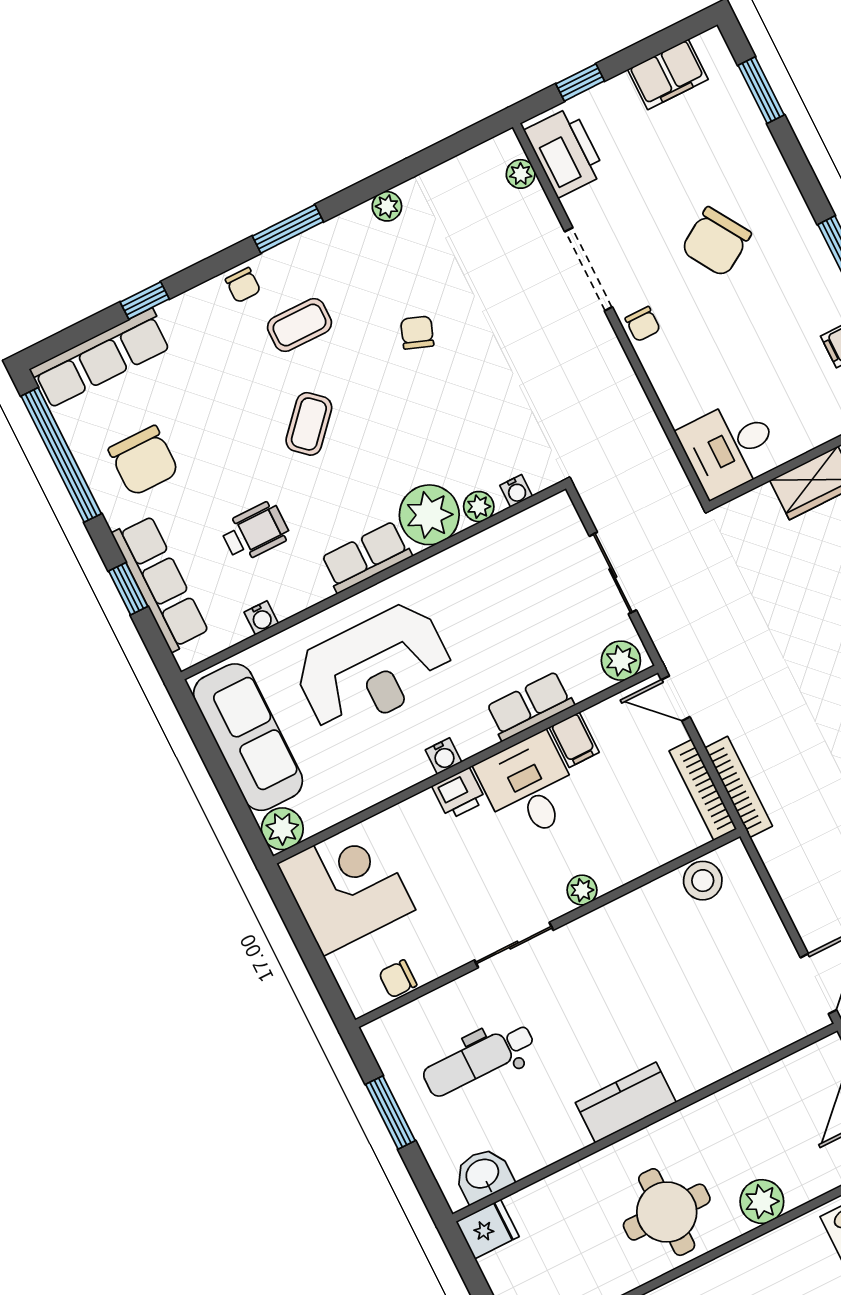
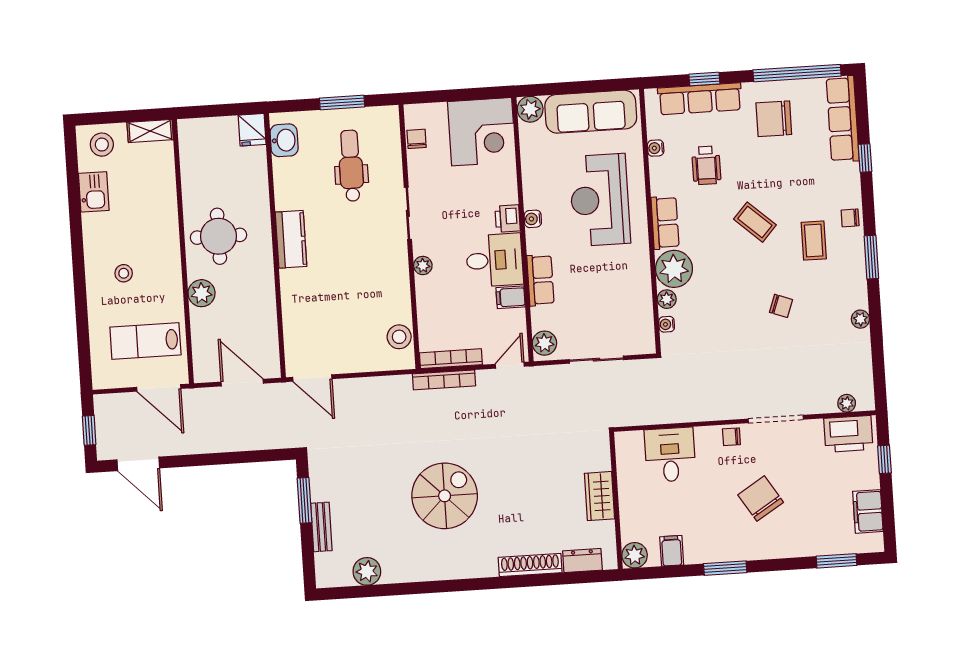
desk: (730, 447) -> (670, 455), moved

